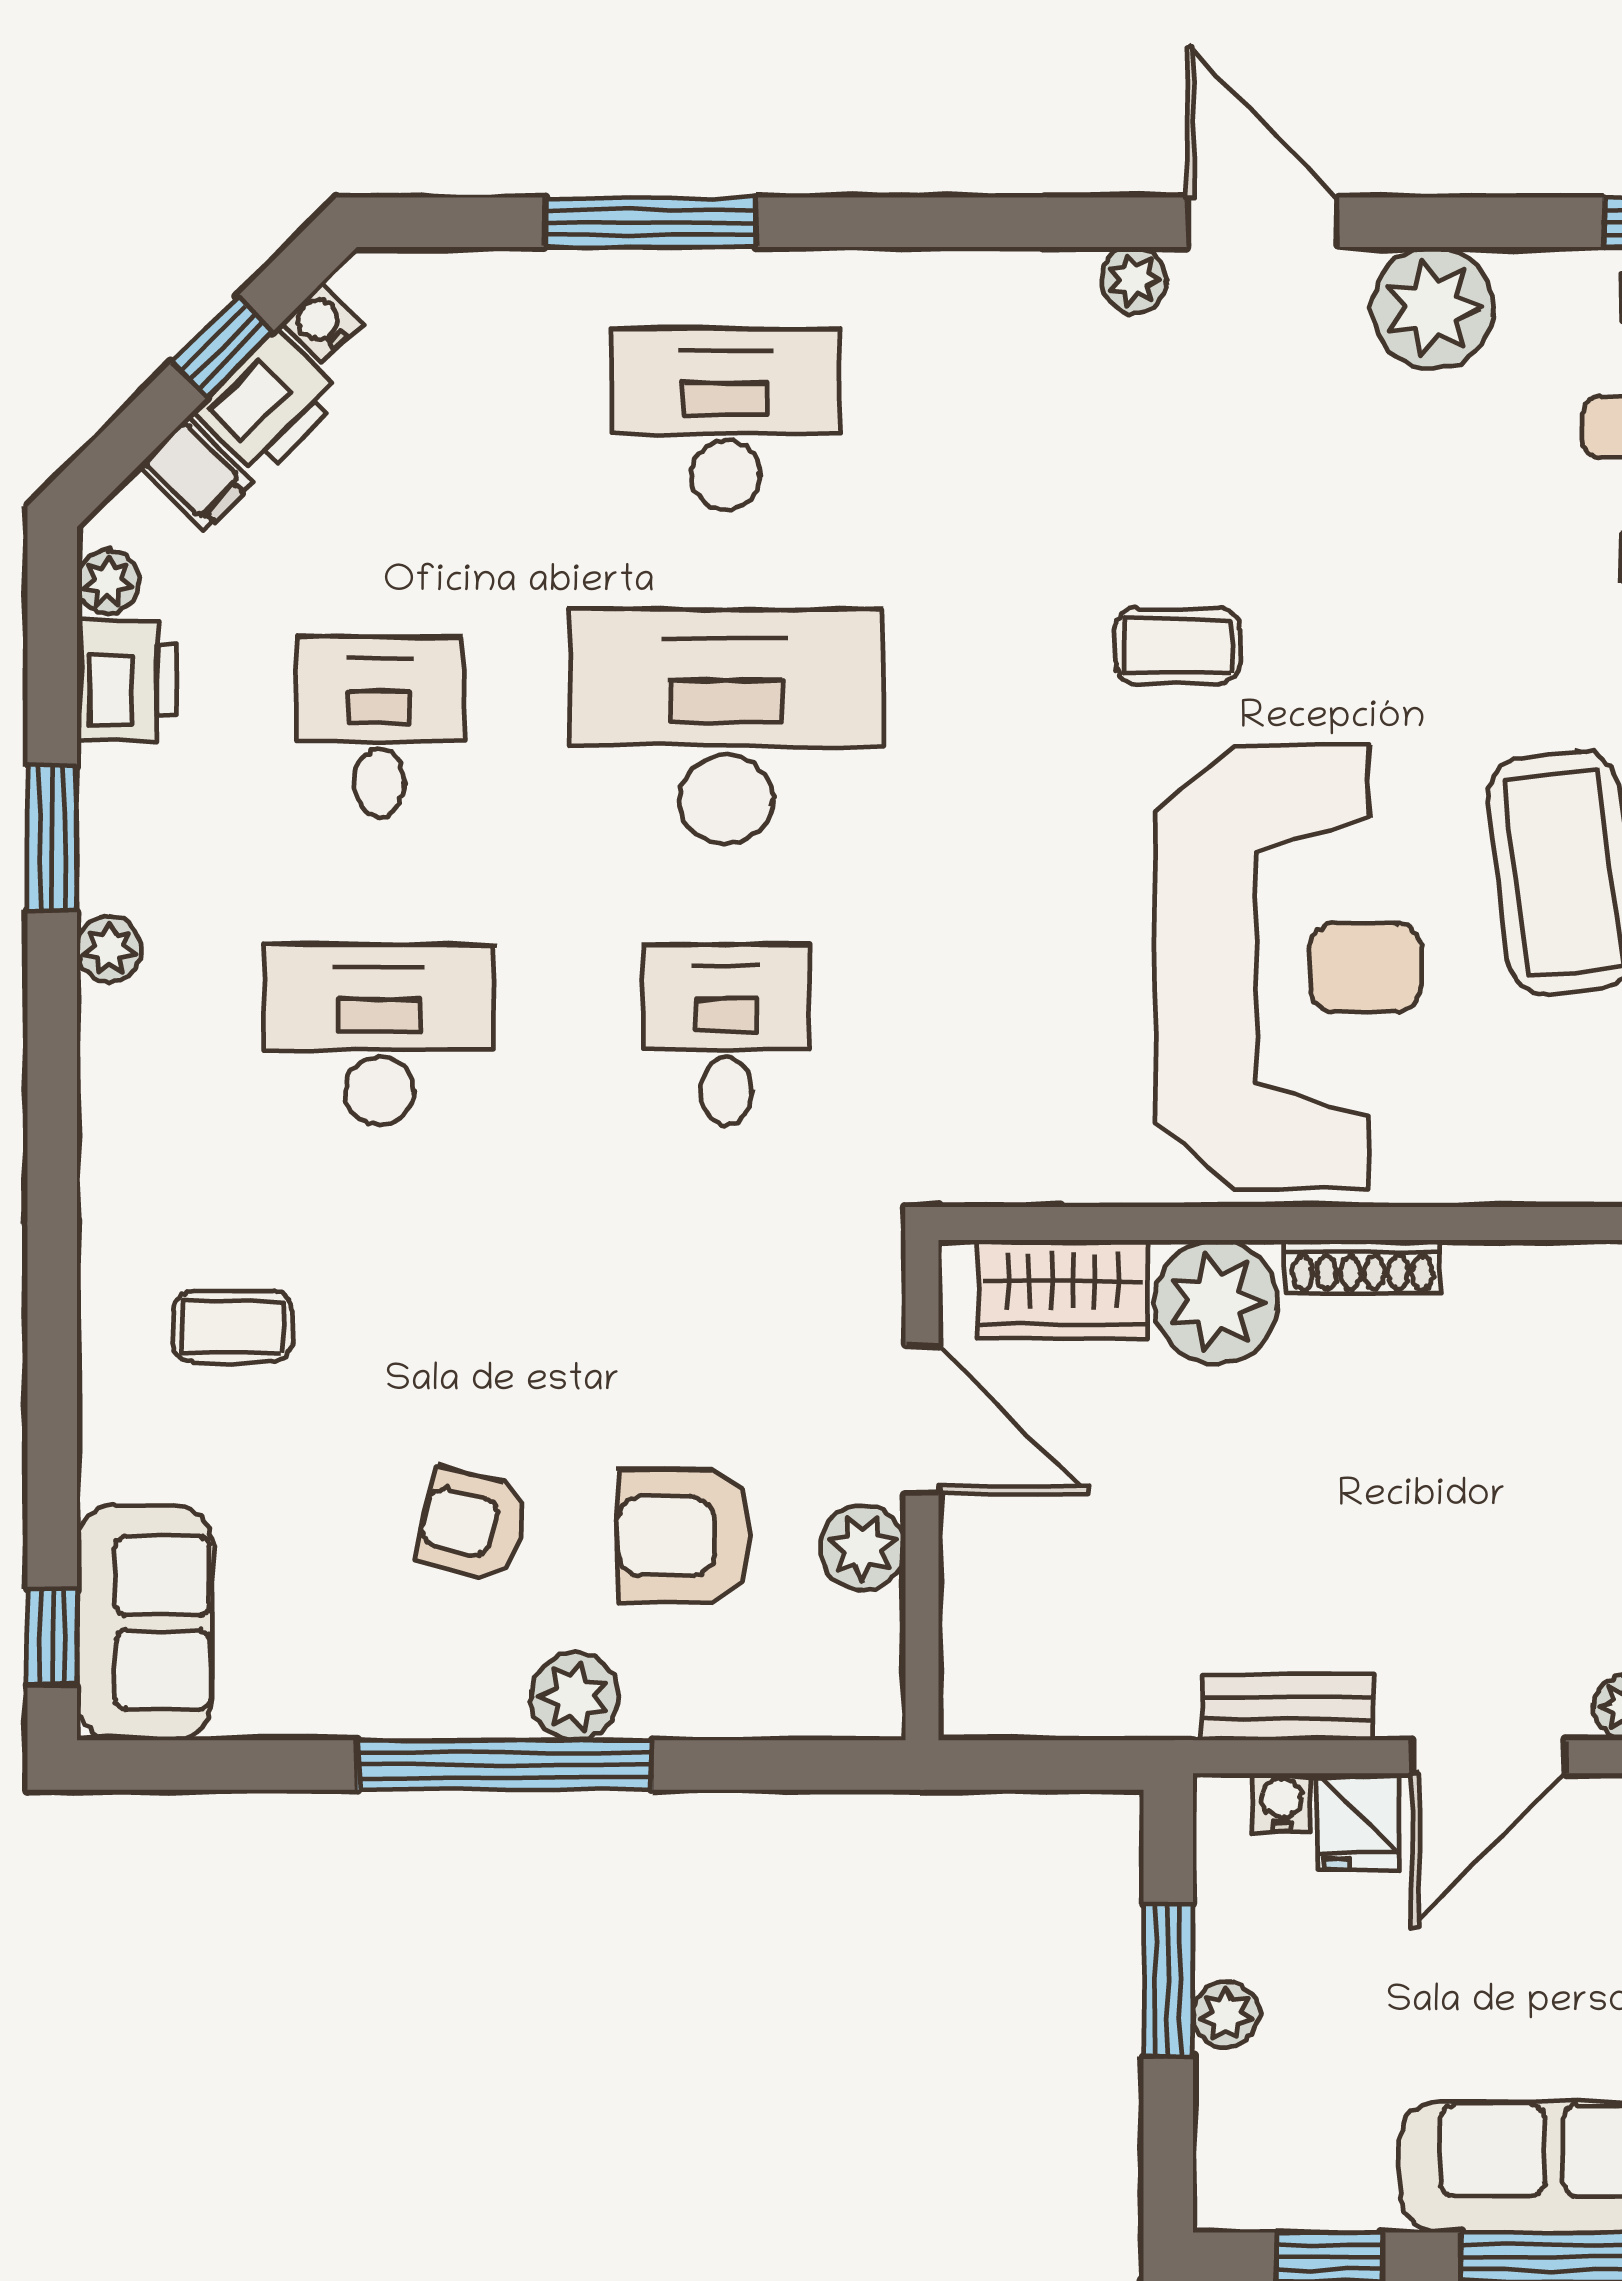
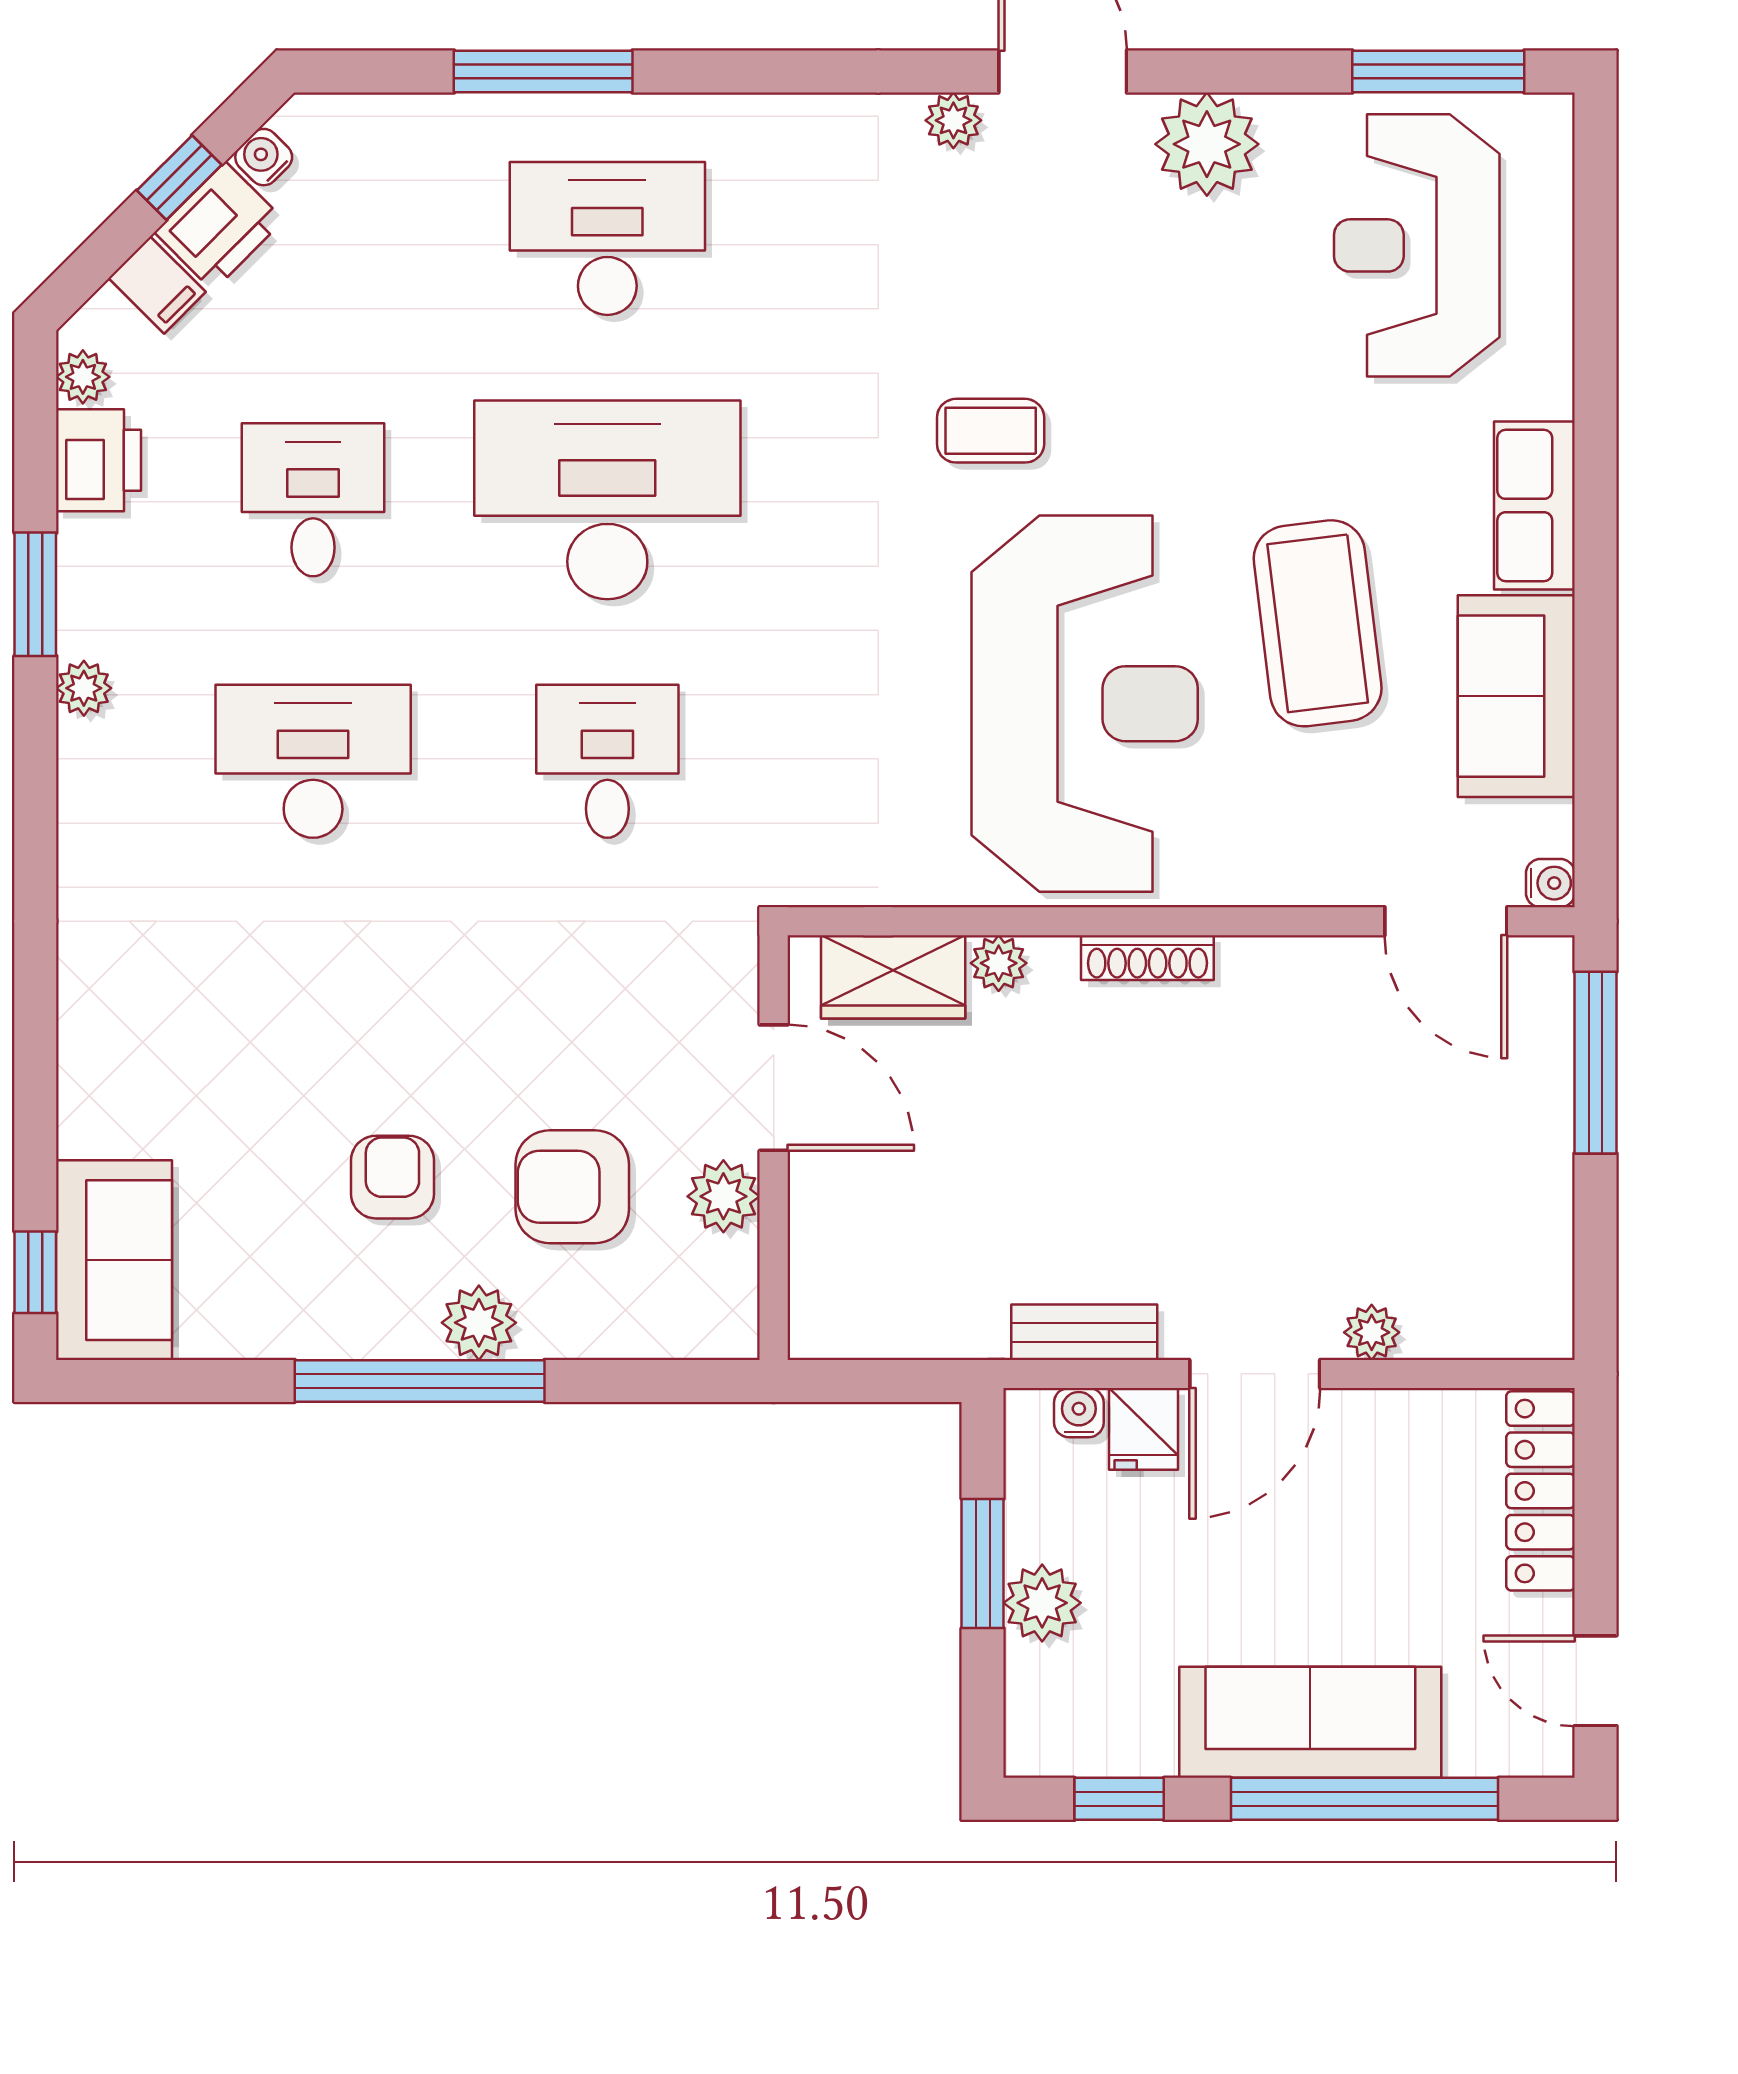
plant: (1216, 1302) -> (999, 963), width x0.53, depth x0.53
coffee table: (233, 1327) -> (189, 1009), removed
armchair: (473, 1525) -> (392, 1177), turned 76
plant: (1226, 2014) -> (1042, 1603), width x1.38, depth x1.38

